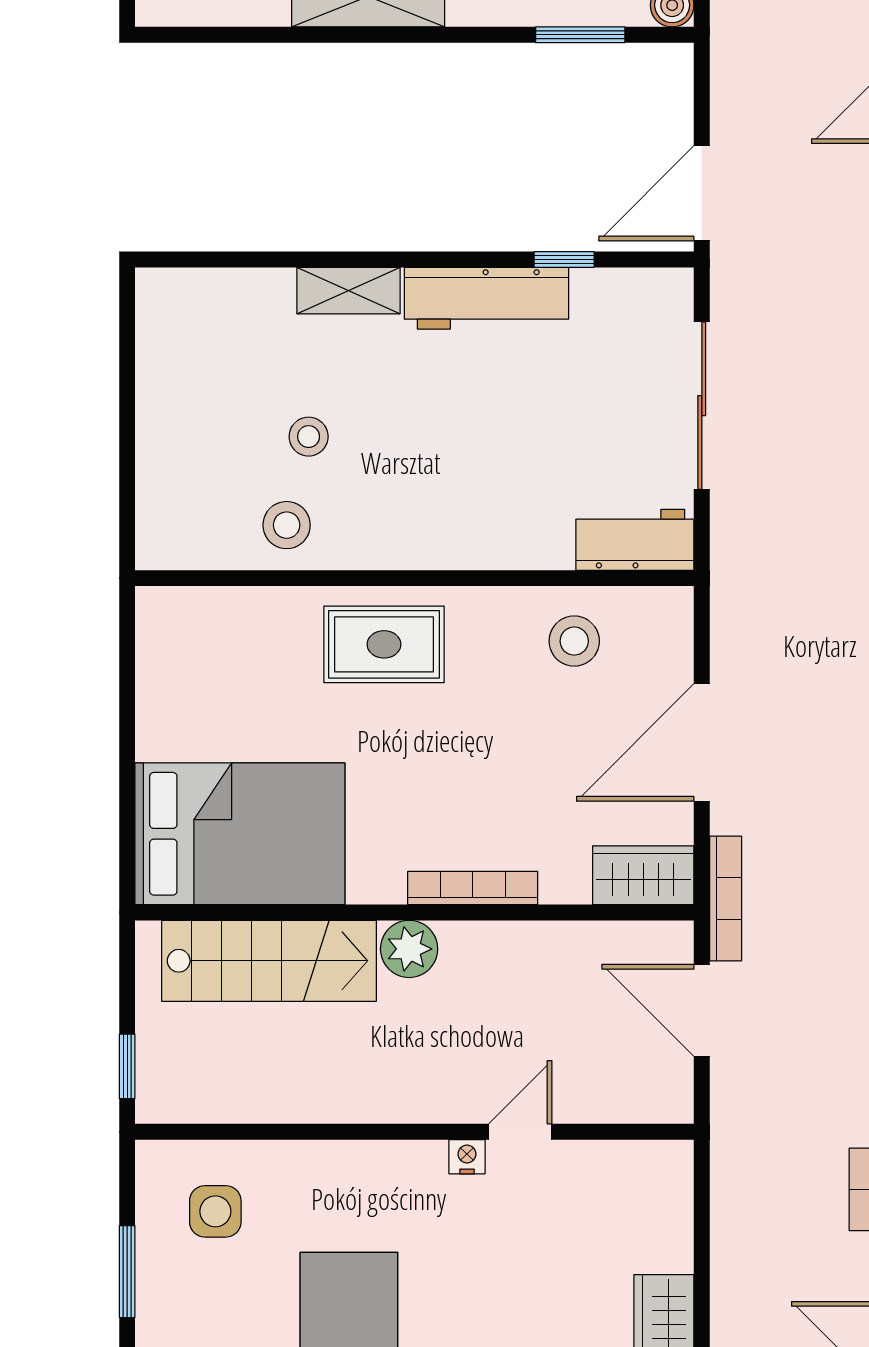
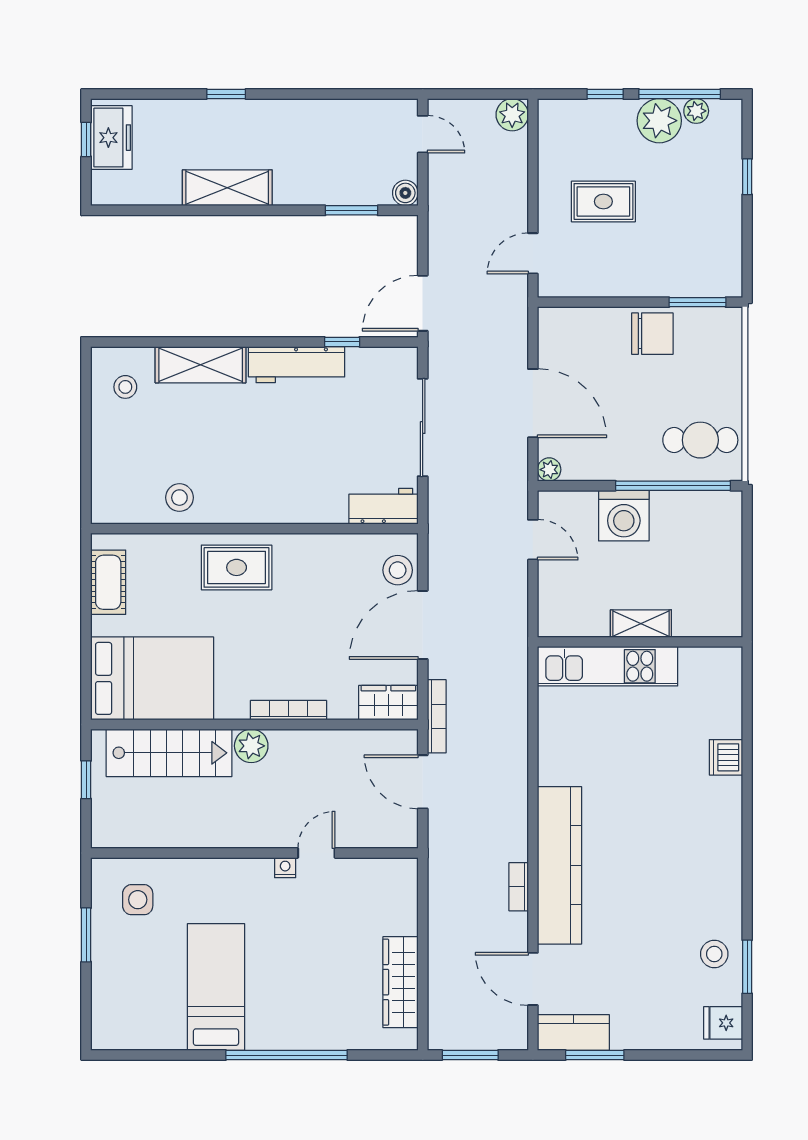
shelving: (348, 291) -> (201, 365), width x1.50, depth x1.33
stool: (309, 437) -> (125, 387), moved
stool: (574, 641) -> (398, 570), moved
cot: (165, 670) -> (108, 582), added
window: (127, 1066) -> (86, 780), moved

